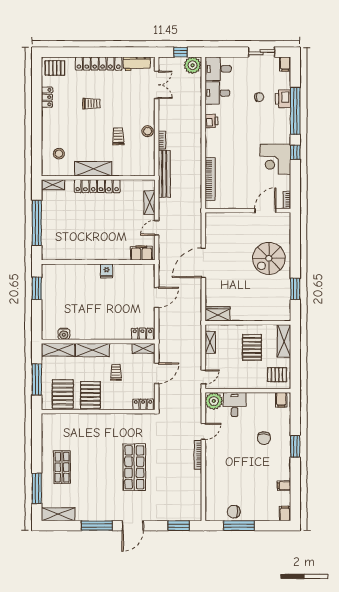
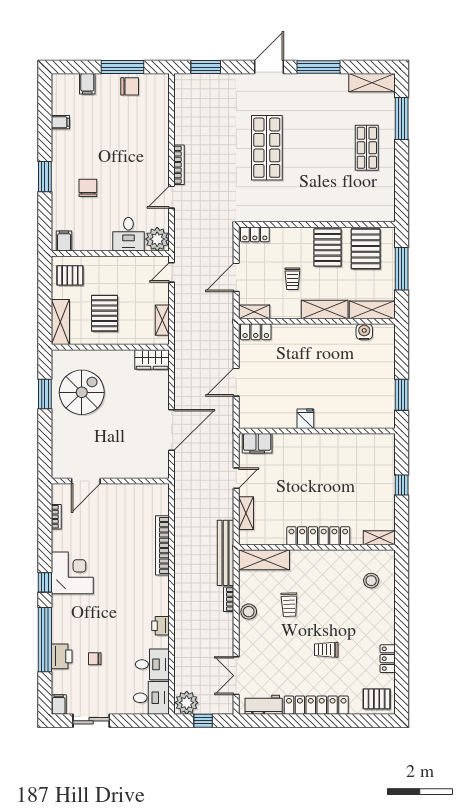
shelving: (93, 169) -> (264, 560), moved
wall: (248, 211) -> (110, 481), moved
door: (265, 211) -> (86, 481), moved
window: (37, 223) -> (402, 485), width x0.32
spiral stairs: (269, 258) -> (82, 392), moved
filing cabinet: (285, 514) -> (87, 84), moved

